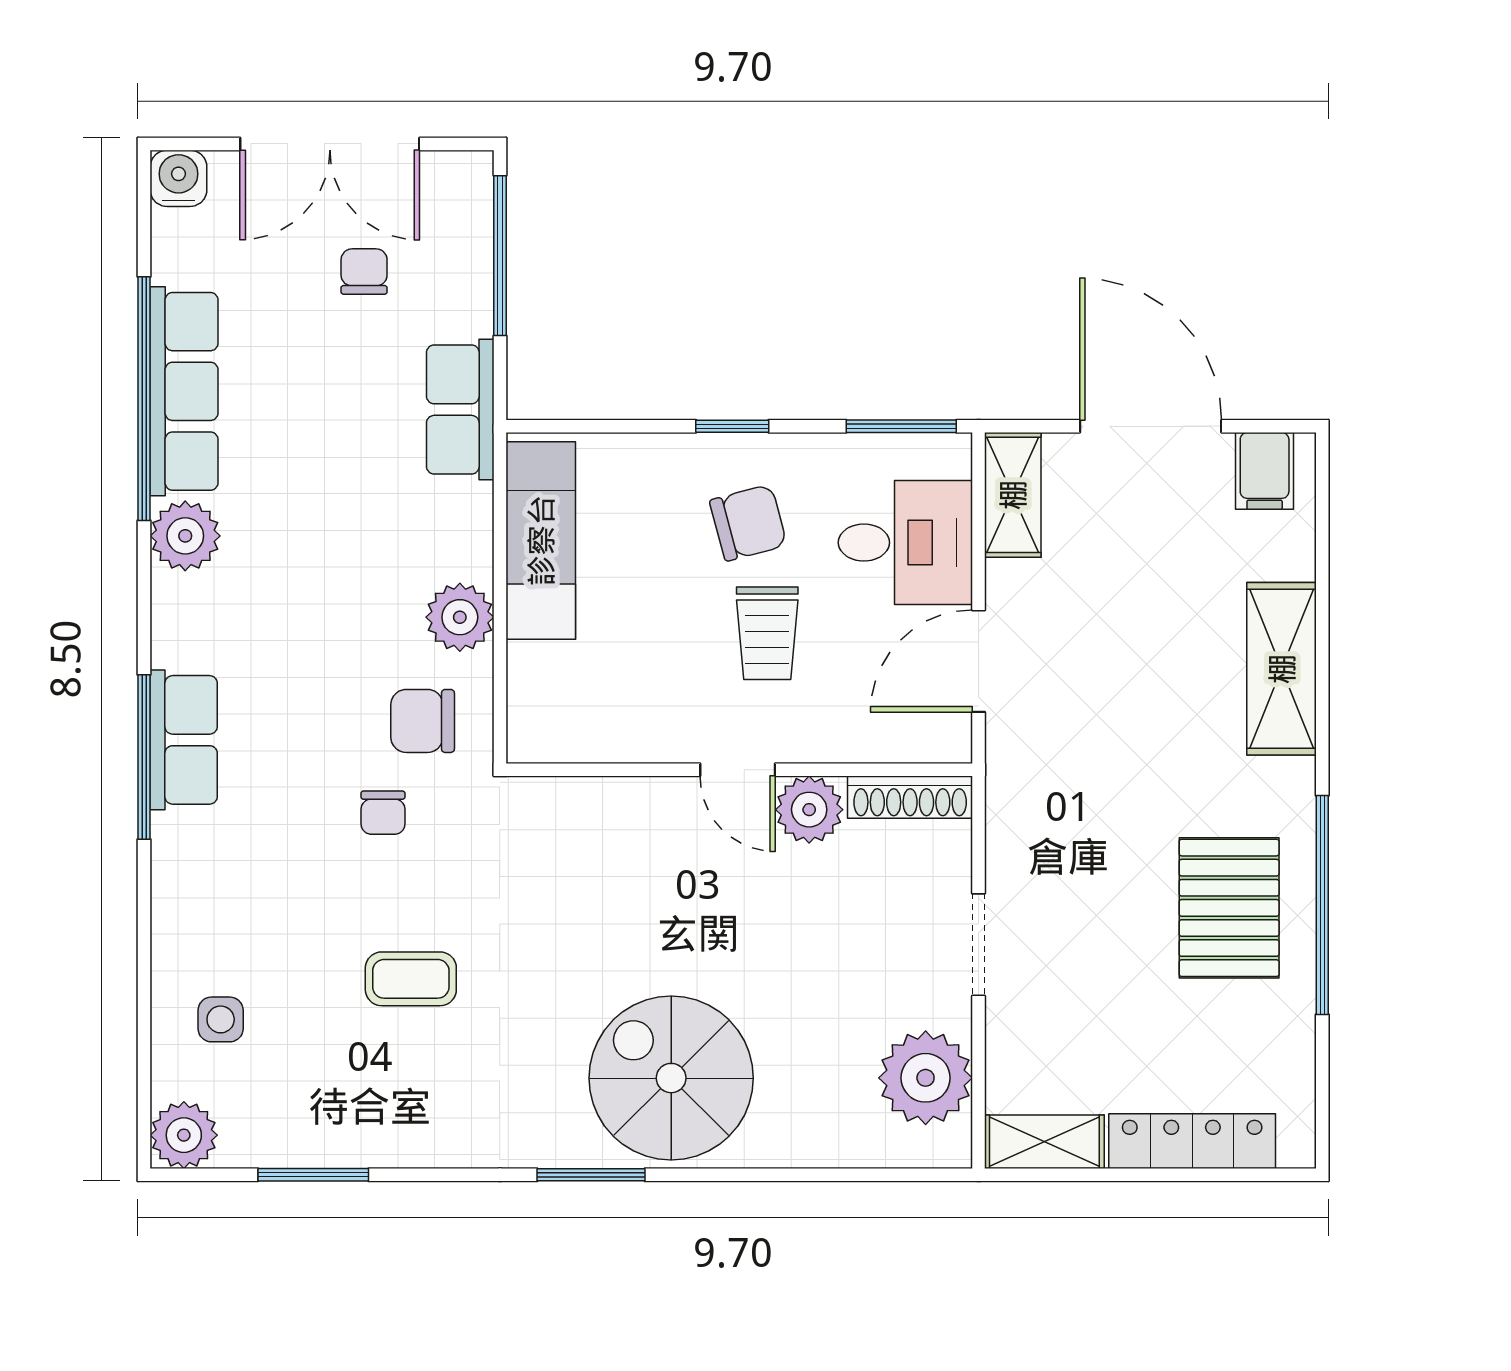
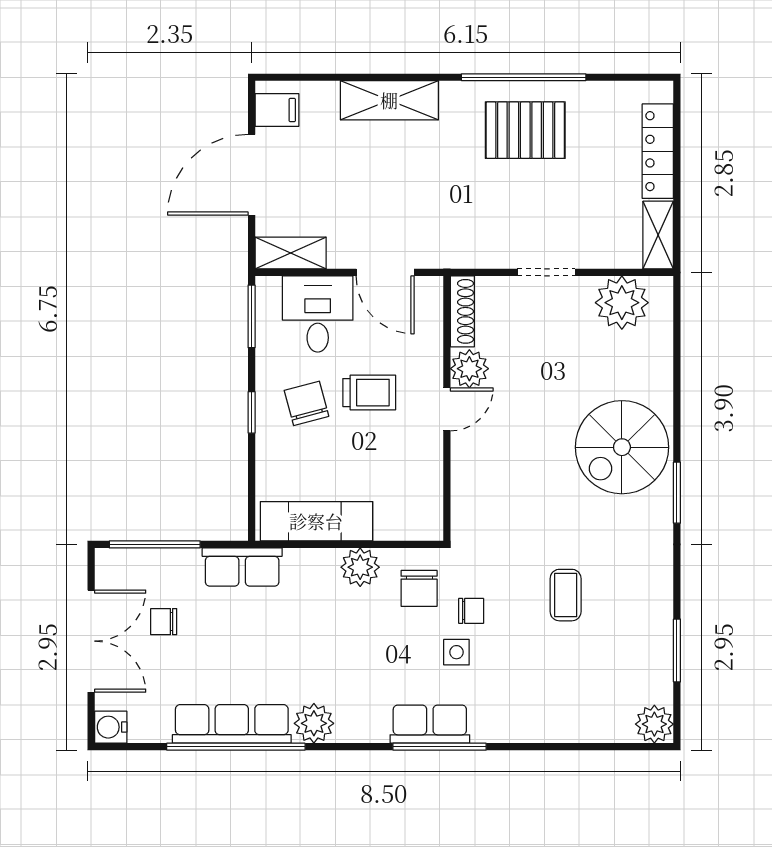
side table: (221, 1019) -> (456, 652), moved

